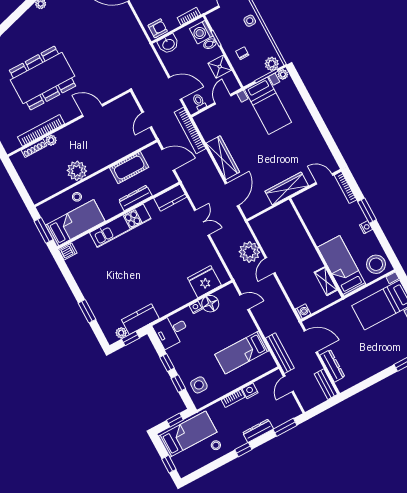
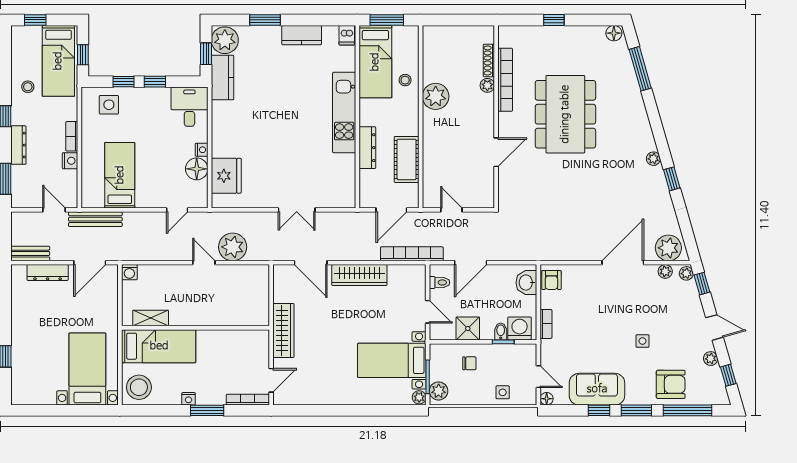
kitchen counter: (170, 198) -> (302, 35), moved, turned -90
plant: (121, 333) -> (225, 40), width x1.88, depth x1.88

